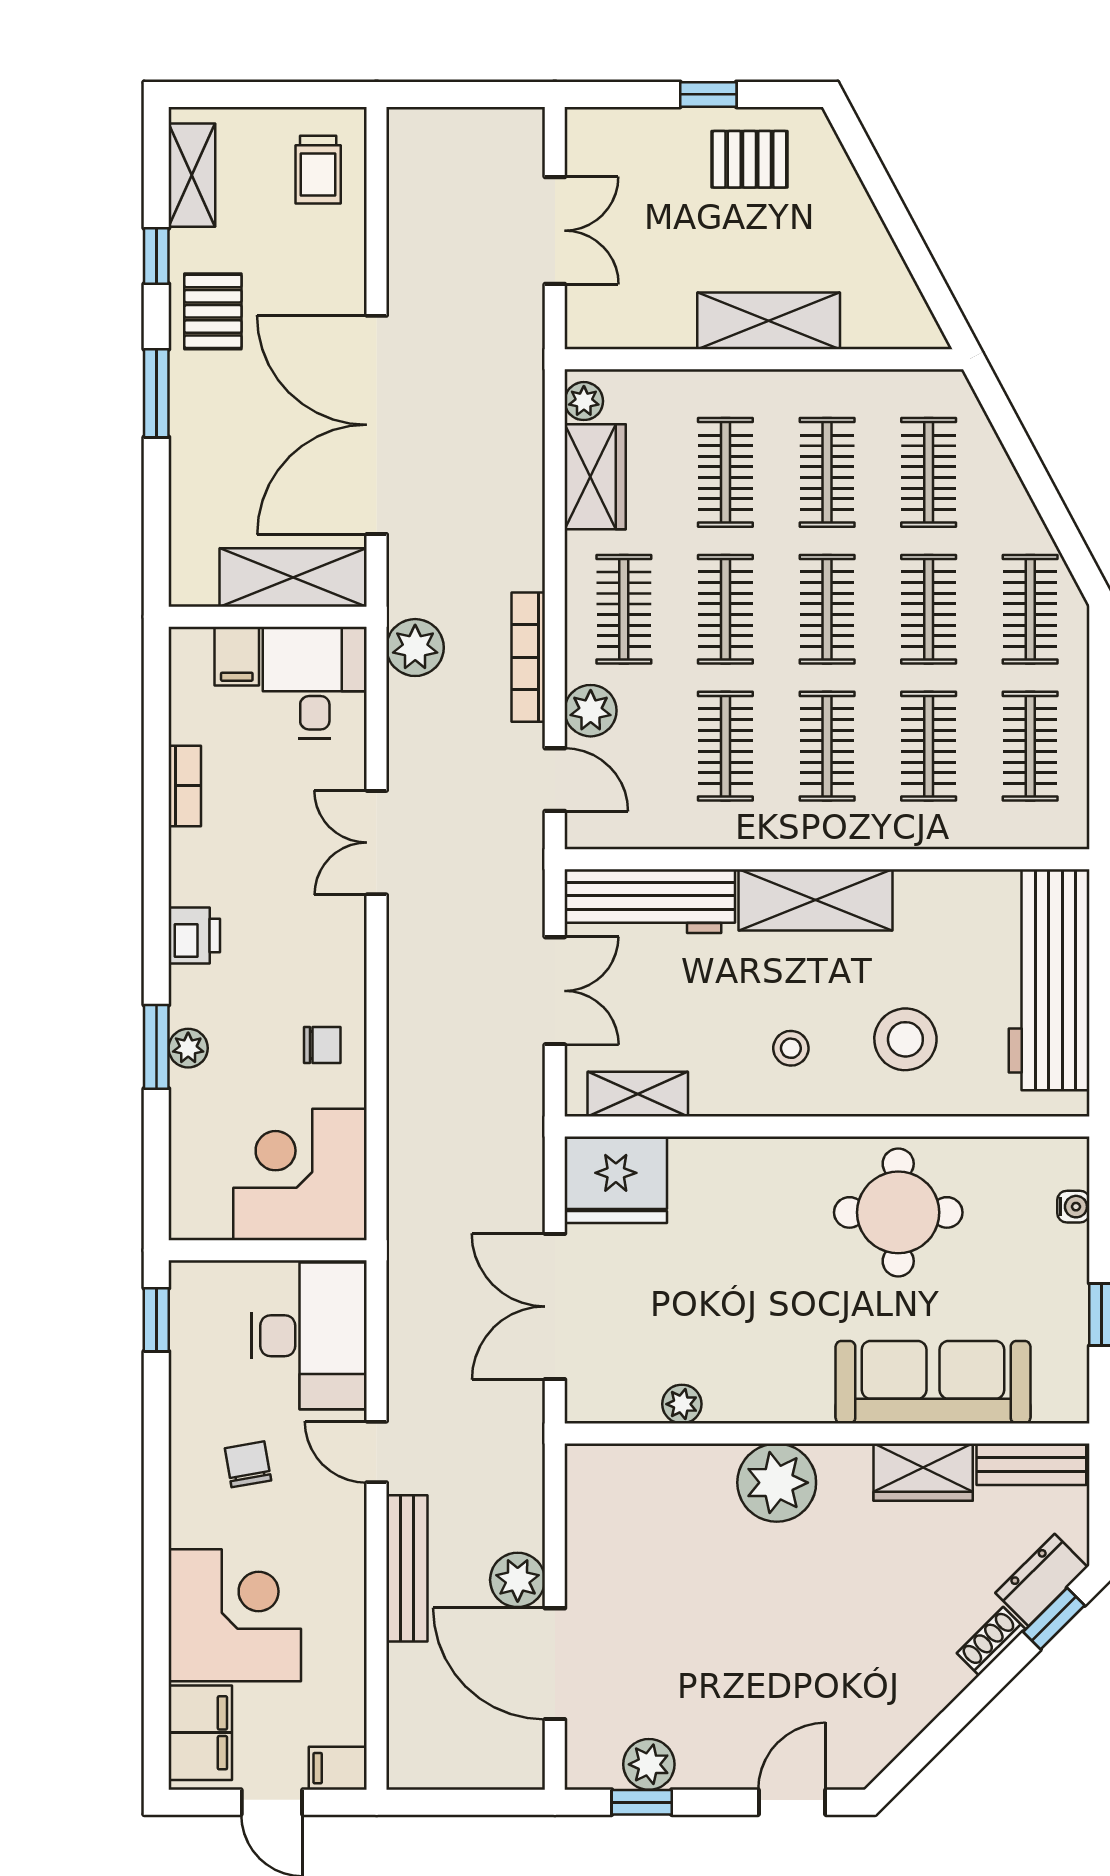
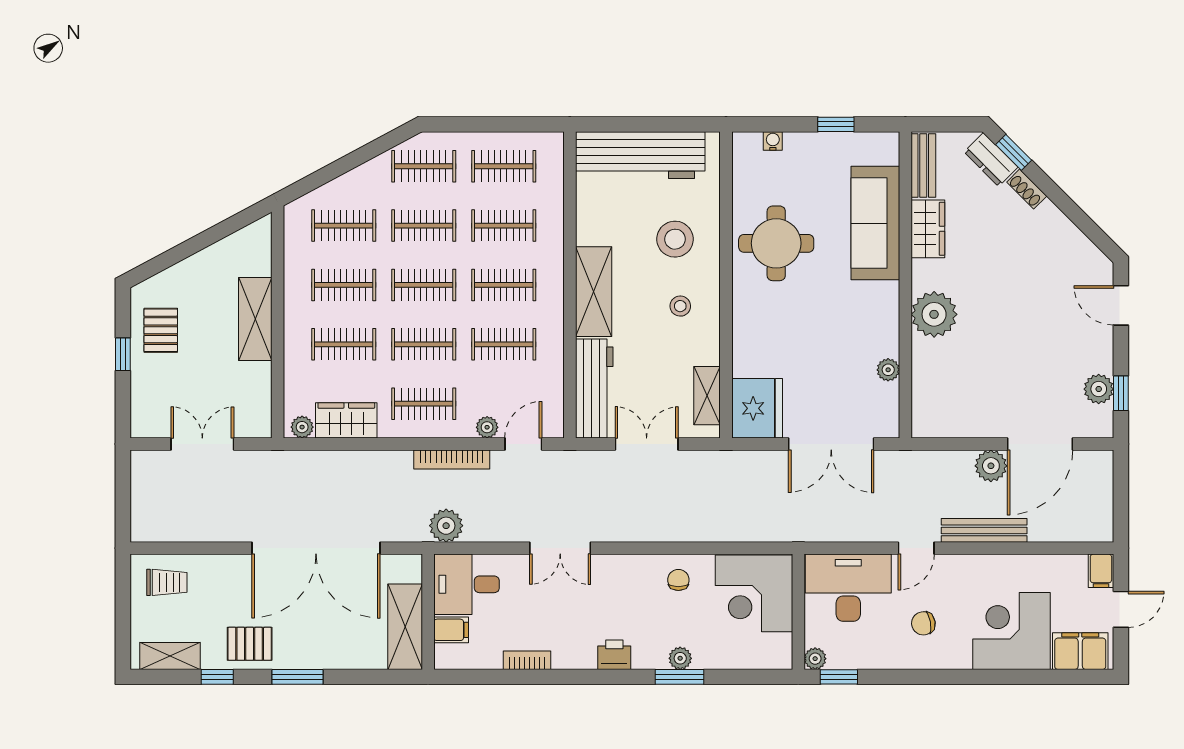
shelving: (293, 577) -> (405, 627), moved
plant: (591, 711) -> (487, 427), width x0.73, depth x0.73
plant: (188, 1279) -> (815, 659), added

